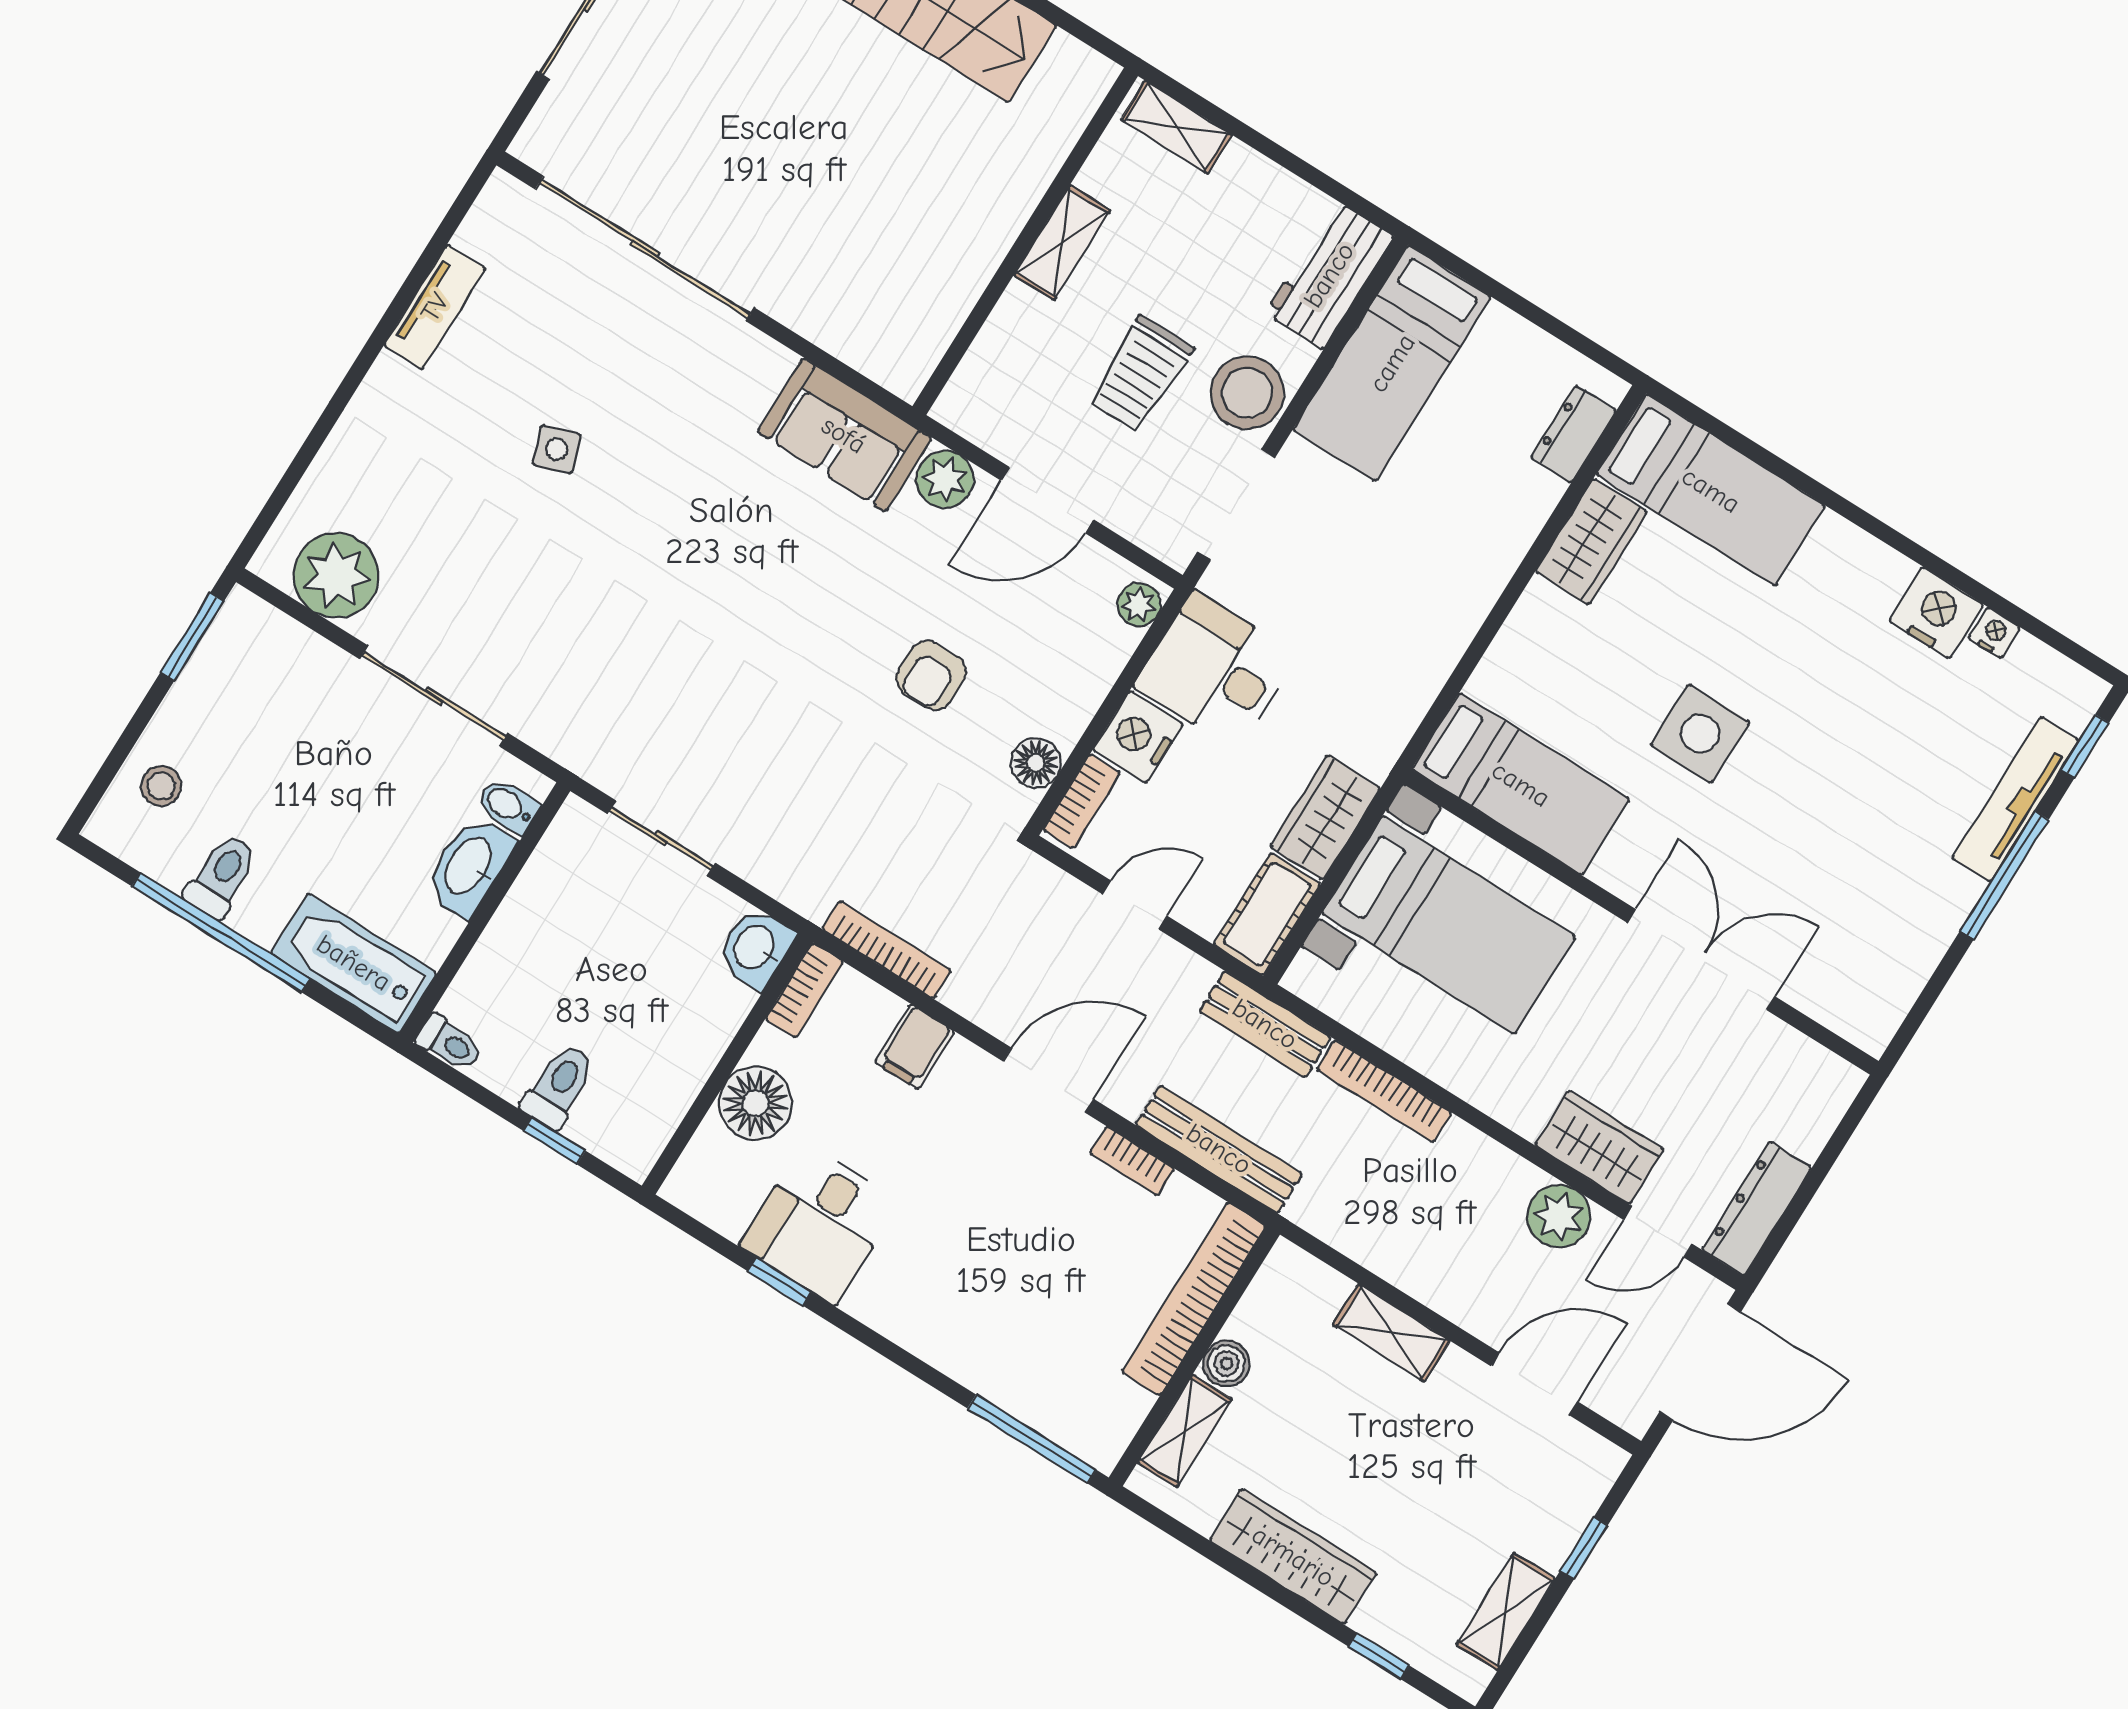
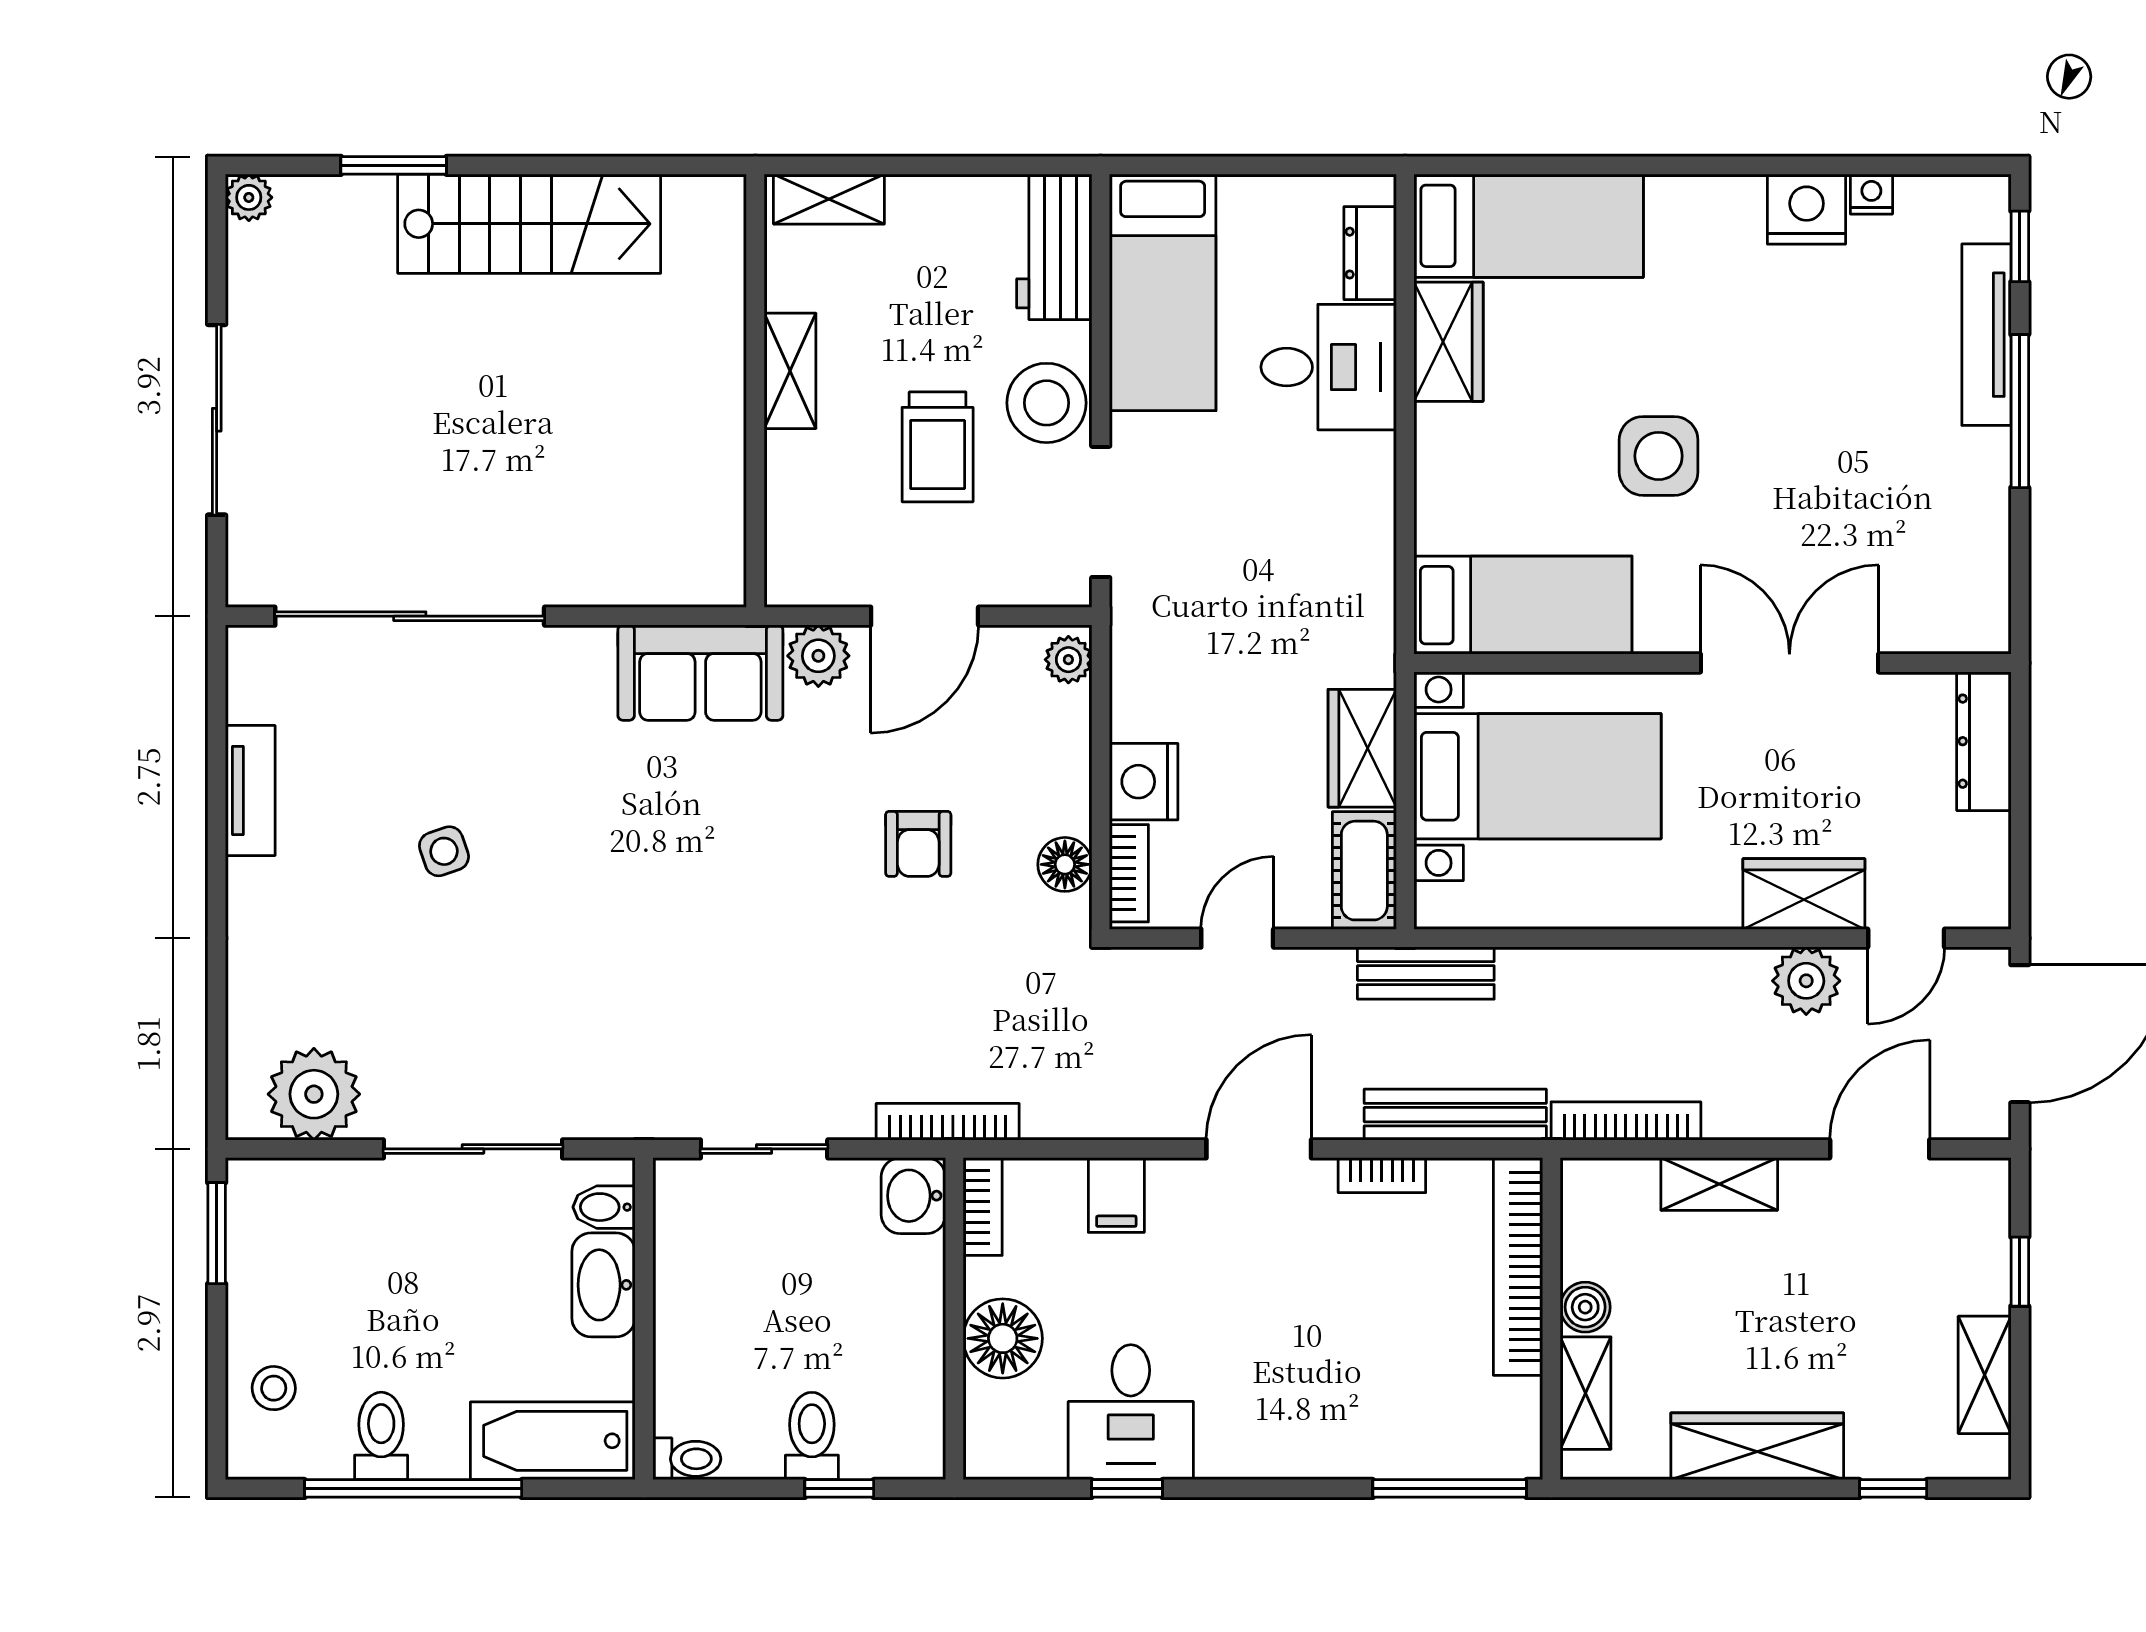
desk: (1216, 670) -> (1329, 367), moved, turned 180
bookcase: (887, 950) -> (948, 1122), moved
bookcase: (1384, 1091) -> (1626, 1121), moved, turned 180
dresser: (1757, 1209) -> (1984, 741), moved

